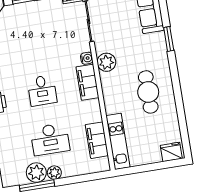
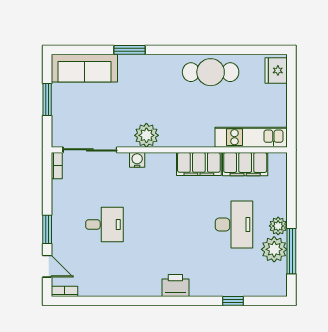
filing cabinet: (87, 82) -> (199, 164), moved
desk: (42, 90) -> (104, 224), moved
cafe table: (148, 92) -> (211, 72), moved

